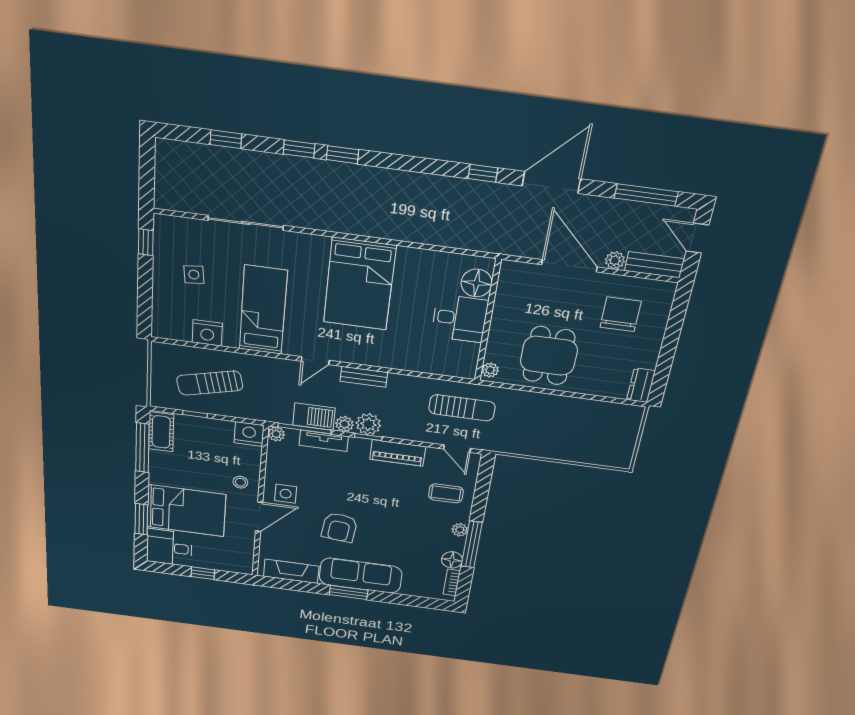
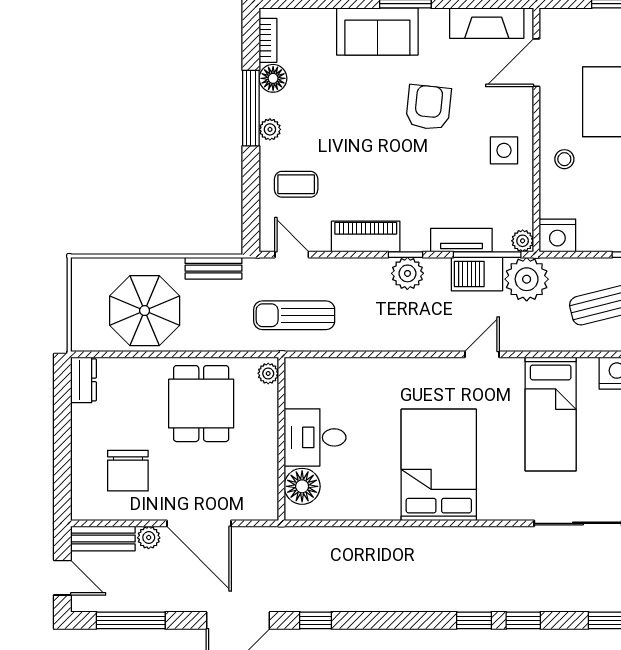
bench: (364, 377) -> (214, 268), moved
plant: (345, 424) -> (527, 279), moved, width x1.88, depth x1.88
parasol: (580, 427) -> (145, 311), added
door: (259, 517) -> (536, 63), moved
sofa: (361, 576) -> (377, 31), width x0.73

